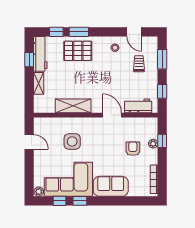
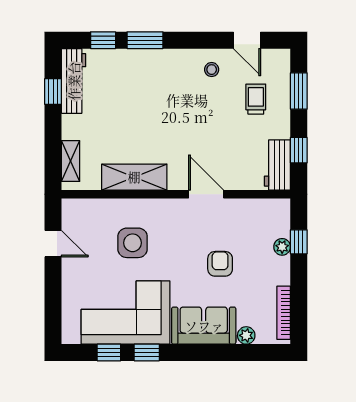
pallet: (78, 51) -> (143, 75), removed
shelving: (39, 83) -> (71, 161), moved
workbench: (138, 106) -> (277, 165), moved, turned -90
armchair: (133, 149) -> (220, 264), moved
plant: (39, 192) -> (246, 335), moved

